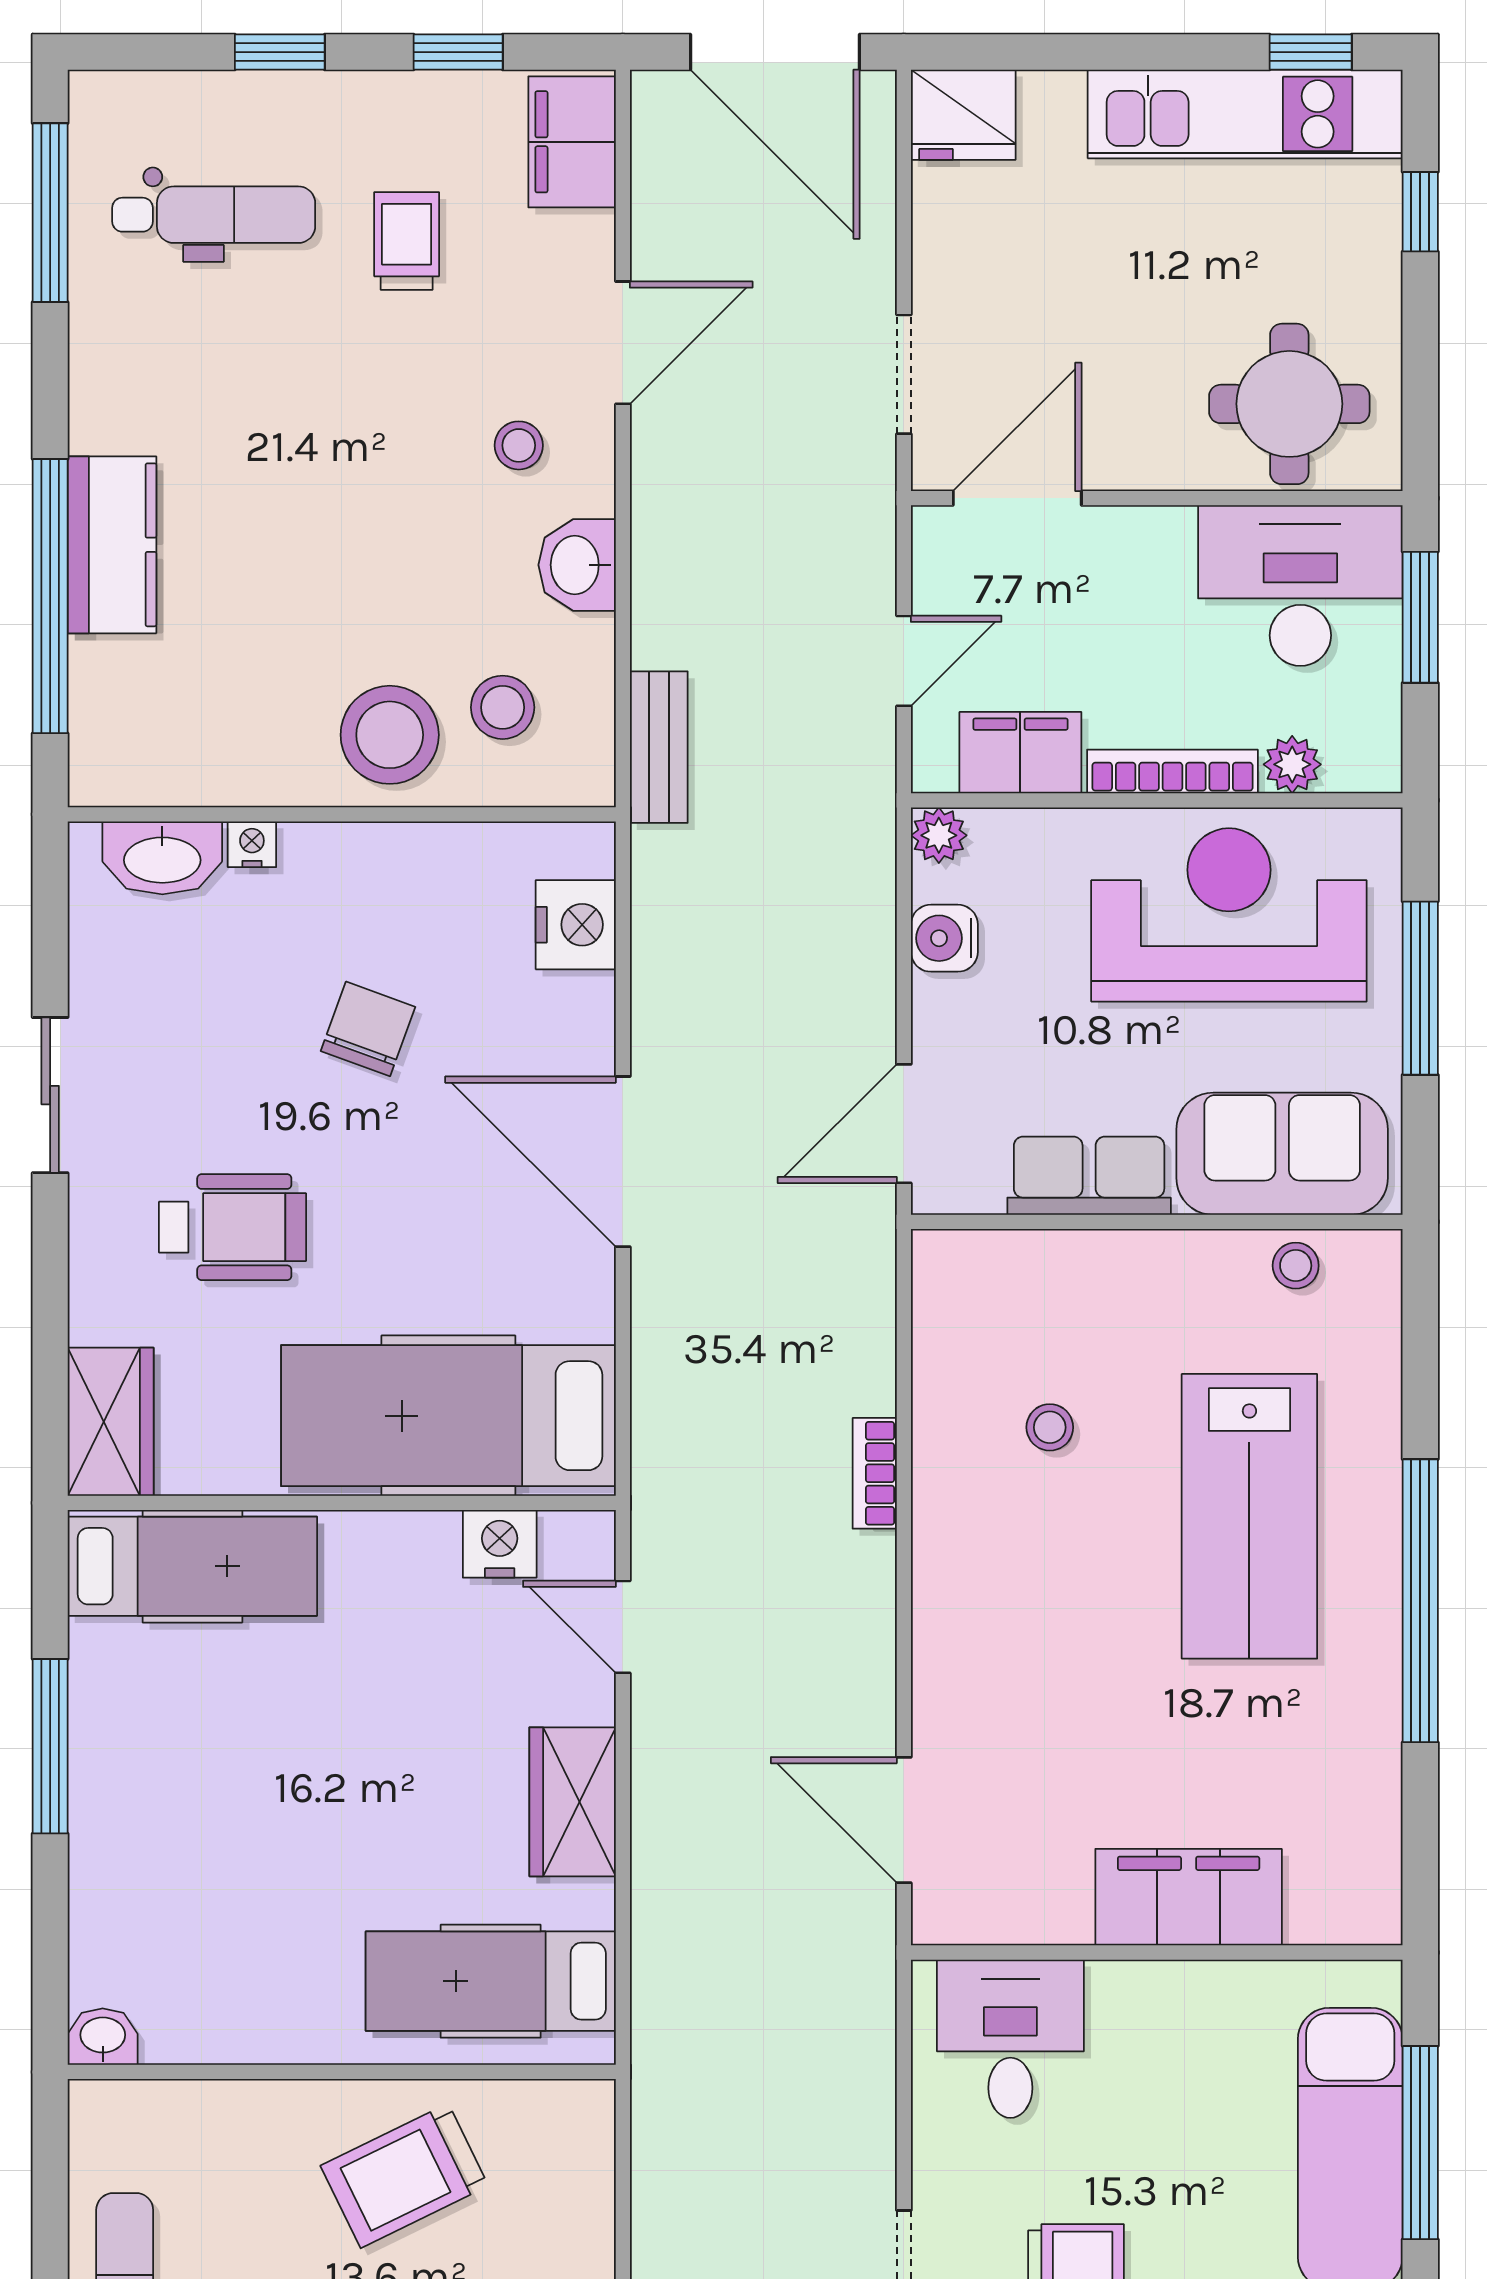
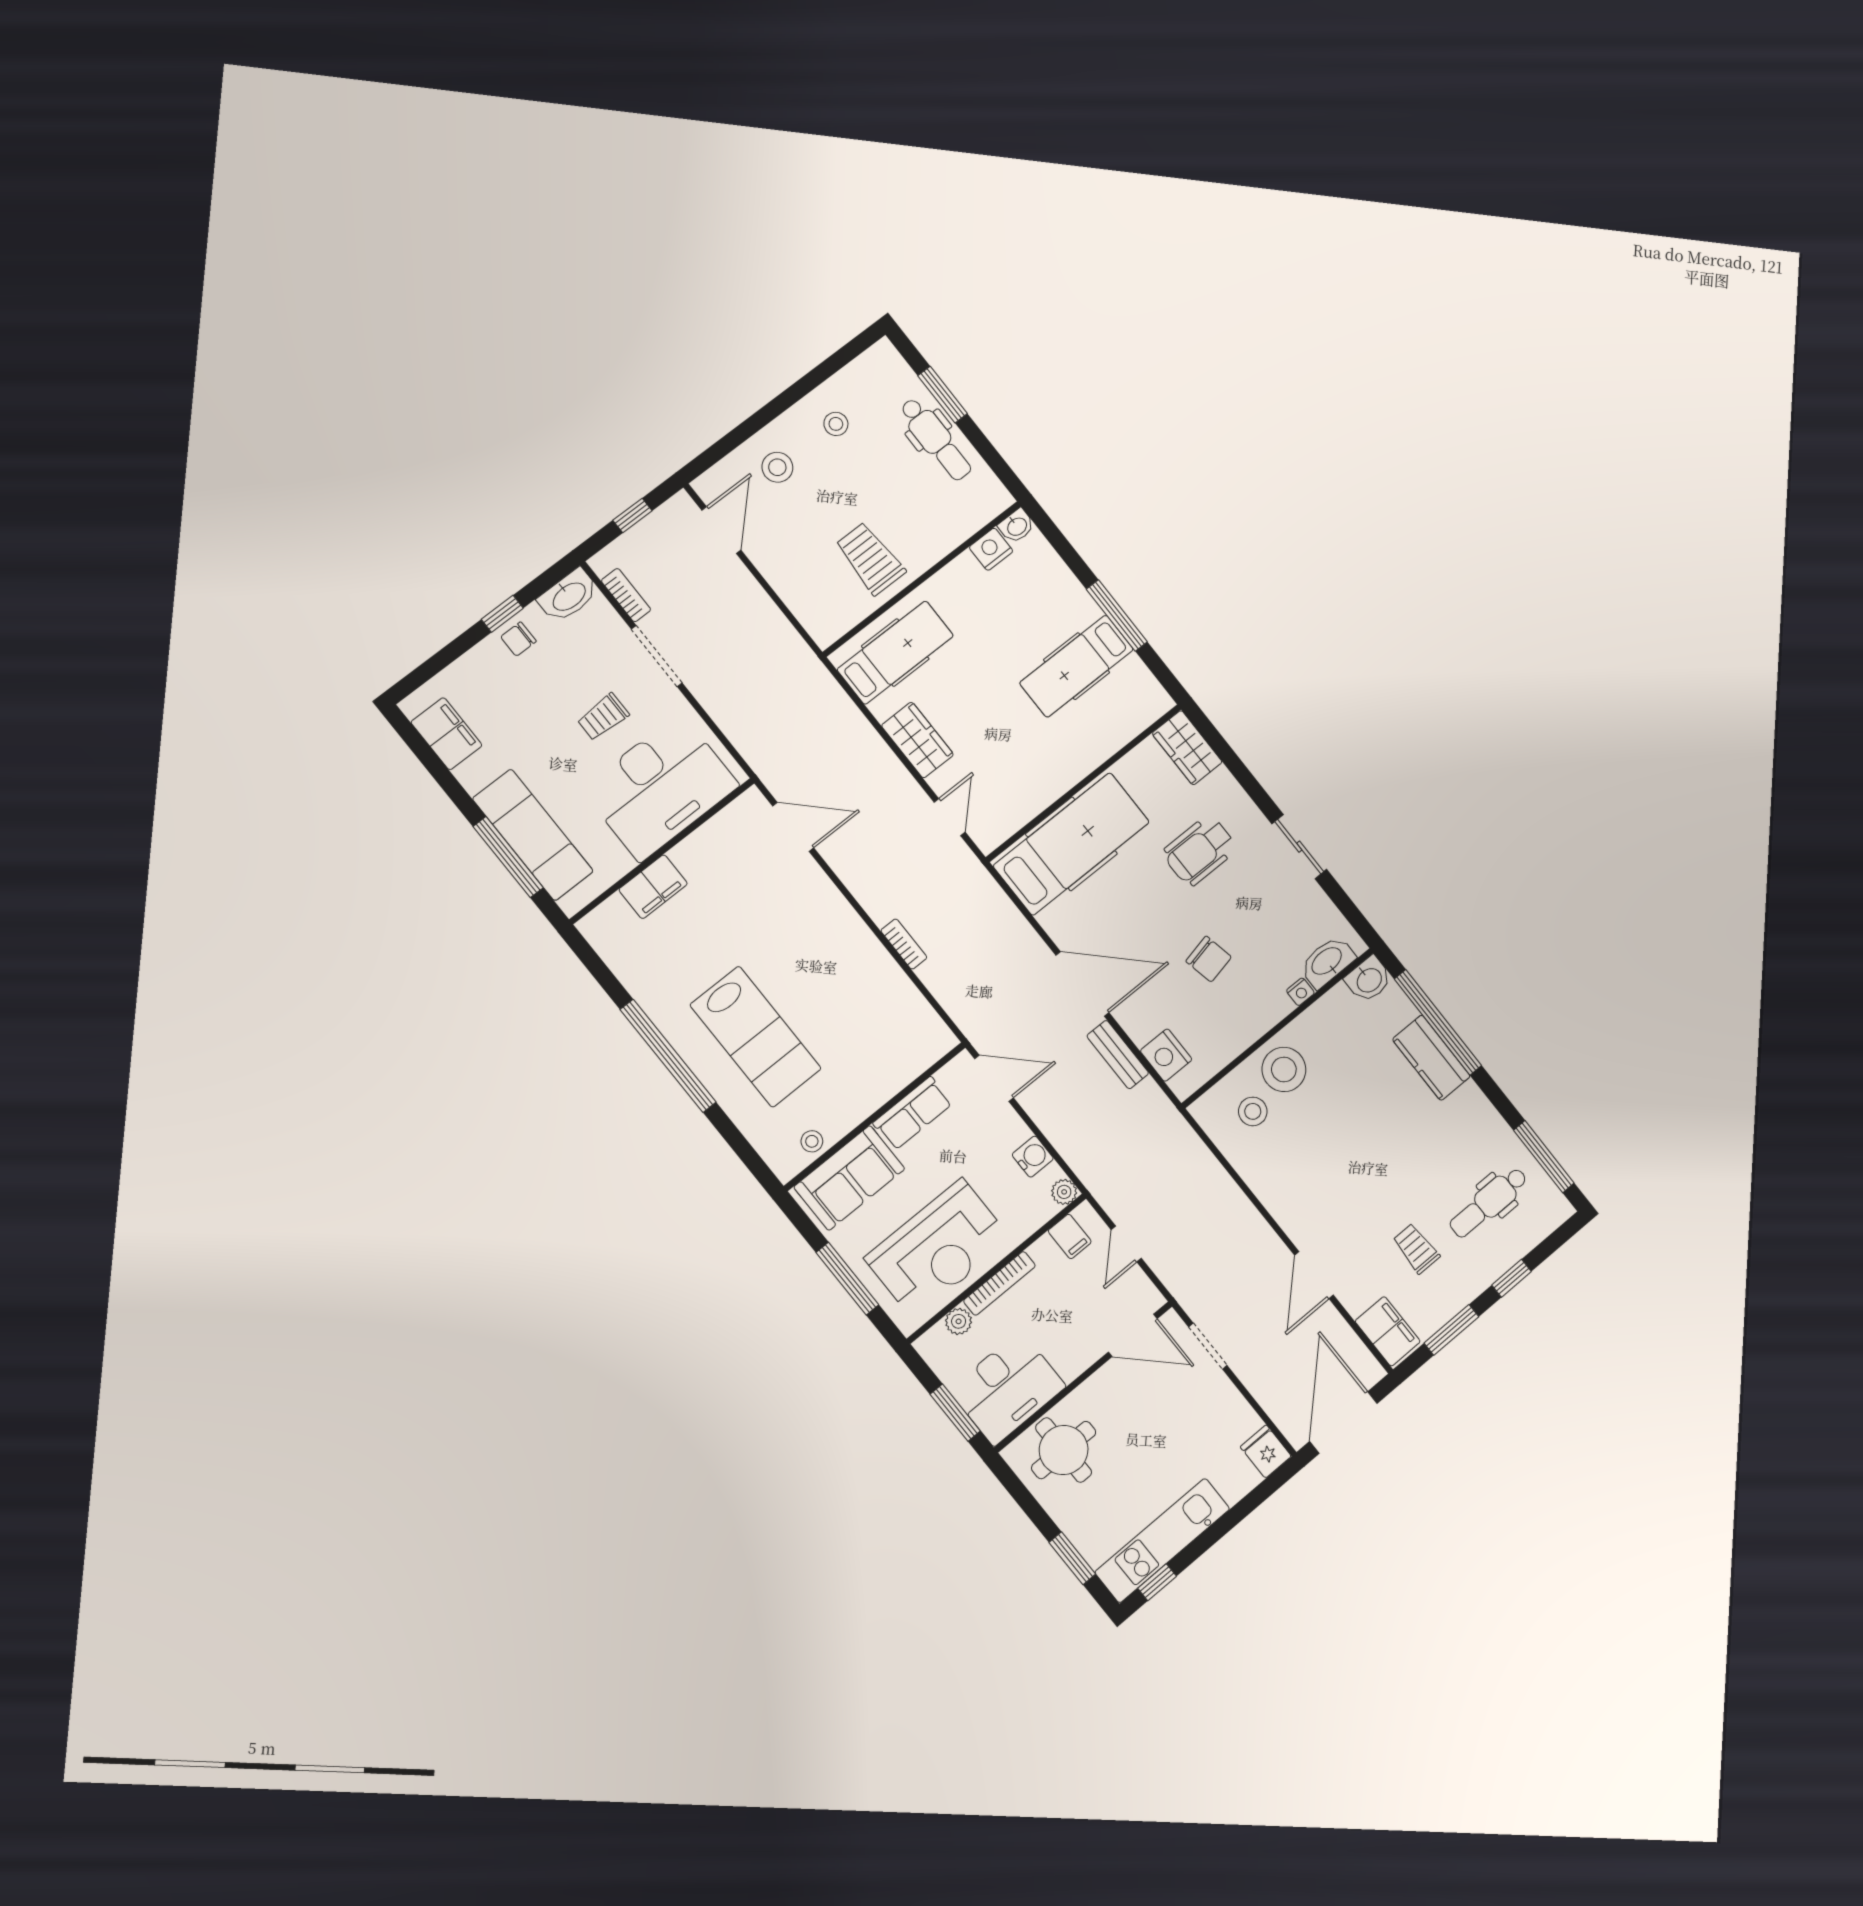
window: (458, 52) -> (1451, 1330), width x1.50
door: (775, 52) -> (1343, 1422), hinge flipped
fridge: (963, 115) -> (1266, 1452), width x0.72
window: (1420, 212) -> (1072, 1558), width x1.50
trolley: (407, 241) -> (1416, 1248), turned 180
stool: (519, 445) -> (1321, 1209), removed
door: (1017, 498) -> (1133, 1335), hinge flipped
washbasin: (577, 565) -> (1369, 980), moved, turned 90
bench: (659, 747) -> (1118, 1055), moved
filing cabinet: (1020, 753) -> (1070, 1236), width x0.50
chair: (368, 1029) -> (1209, 959), turned -32
door: (904, 1124) -> (994, 1078), hinge flipped
stool: (1050, 1427) -> (854, 1011), removed
lab bench: (1249, 1516) -> (756, 1037), turned 180
nightstand: (500, 1544) -> (991, 549), moved, turned 180
hospital bed: (192, 1566) -> (1077, 666), moved
door: (623, 1627) -> (950, 817), hinge flipped
filing cabinet: (1189, 1897) -> (653, 887), width x0.67, depth x0.86
desk: (1010, 2039) -> (660, 787), width x1.87, depth x1.30
trolley: (404, 2176) -> (870, 559), turned -64

